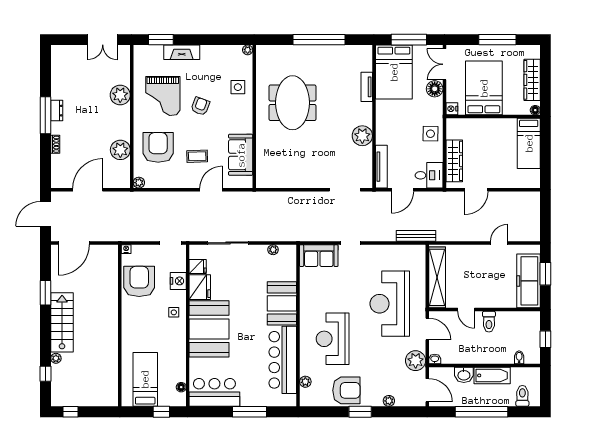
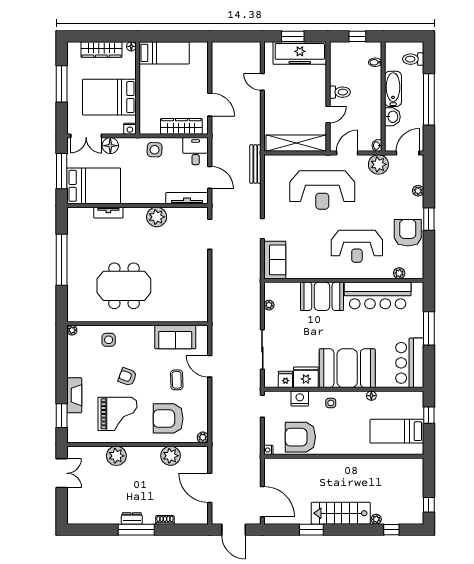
floor lamp: (181, 387) -> (371, 396), moved

